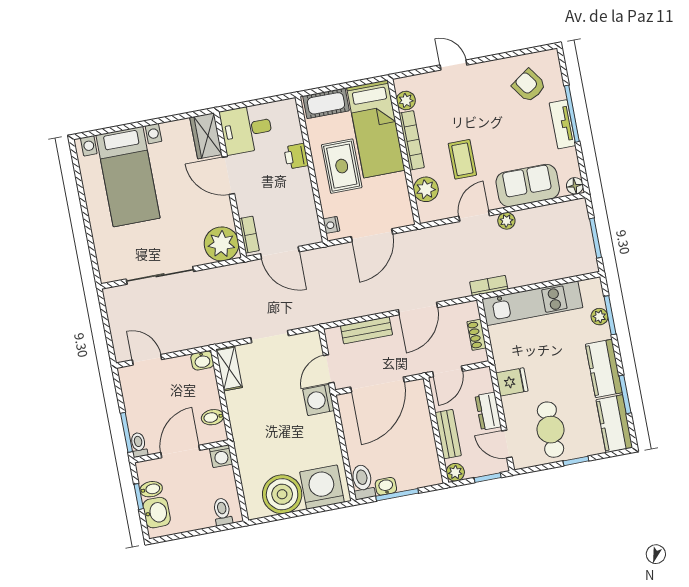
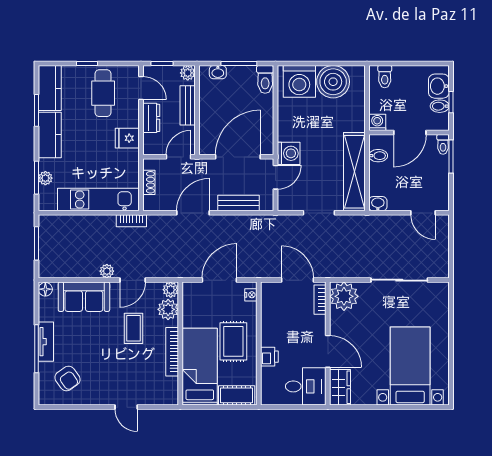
plant: (406, 100) -> (171, 290), moved
shelving: (229, 368) -> (354, 172), width x2.20, depth x1.33
washbasin: (386, 486) -> (218, 72), moved

